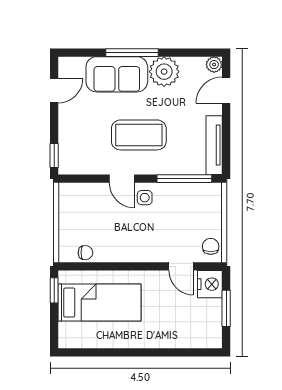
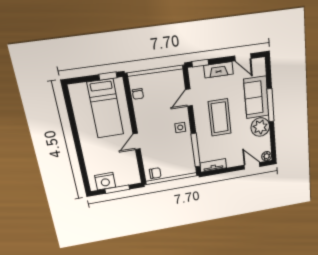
fireplace: (67, 129) -> (219, 70), added
tv unit: (214, 145) -> (213, 165), width x0.71
door: (122, 179) -> (189, 98), moved
door: (181, 266) -> (137, 141), moved
nightstand: (210, 284) -> (105, 181), moved

